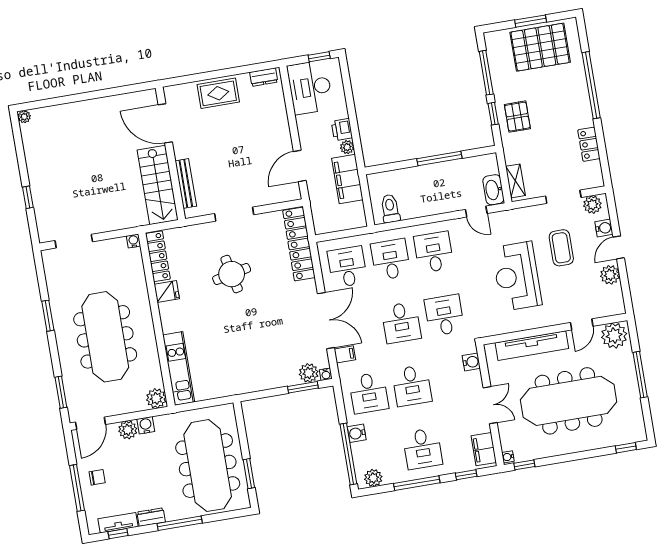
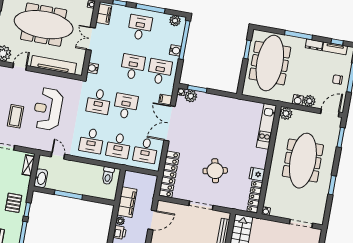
washbasin: (493, 190) -> (41, 178), moved
reception desk: (517, 276) -> (48, 109), turned 180

